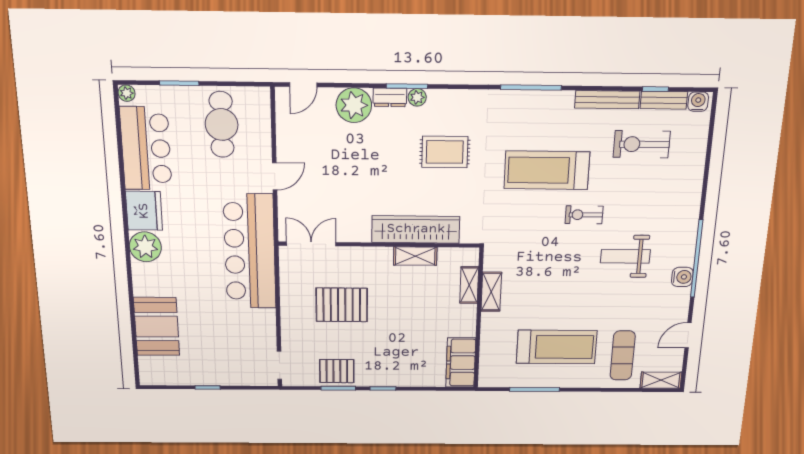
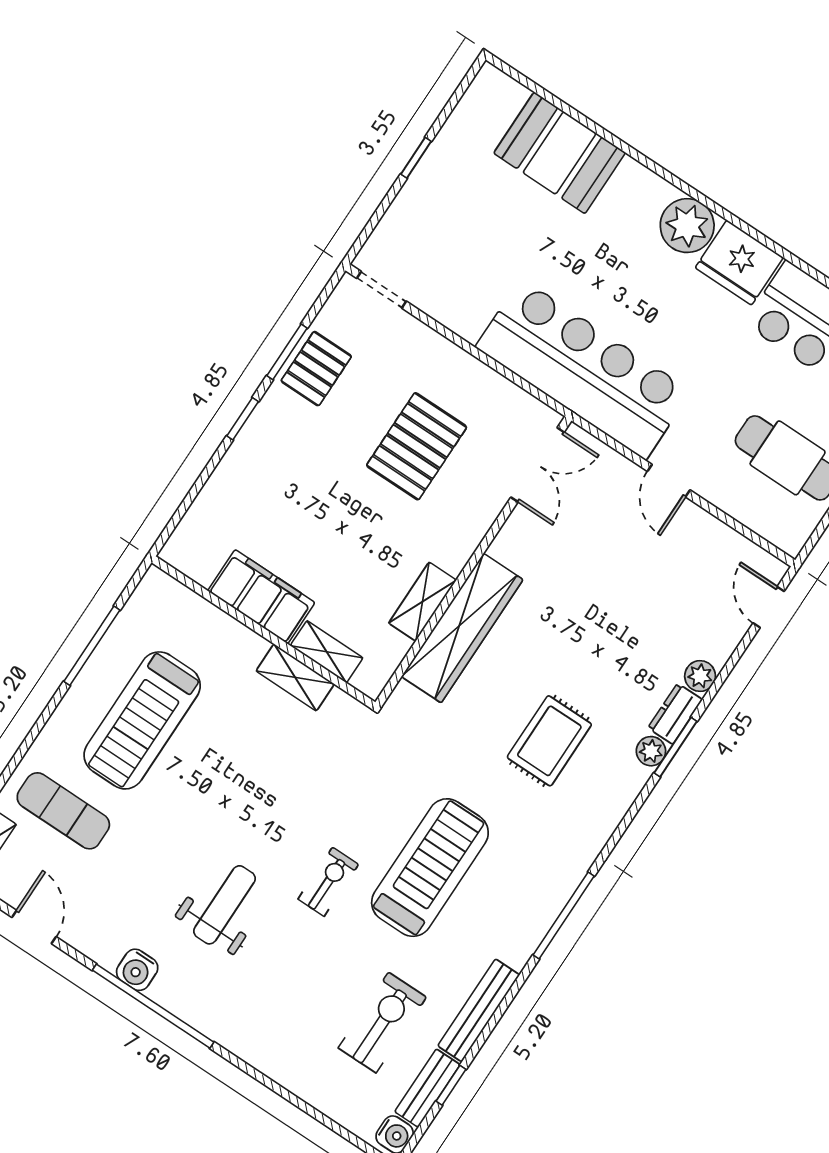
plant: (354, 105) -> (700, 676), width x0.53, depth x0.53
filing cabinet: (461, 363) -> (261, 597), moved

